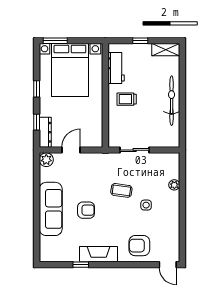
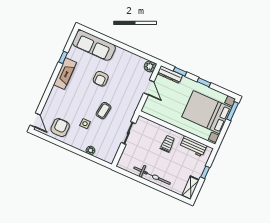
sofa: (51, 209) -> (94, 45), moved
armchair: (139, 246) -> (60, 128), moved
door: (168, 265) -> (35, 120), swing flipped

